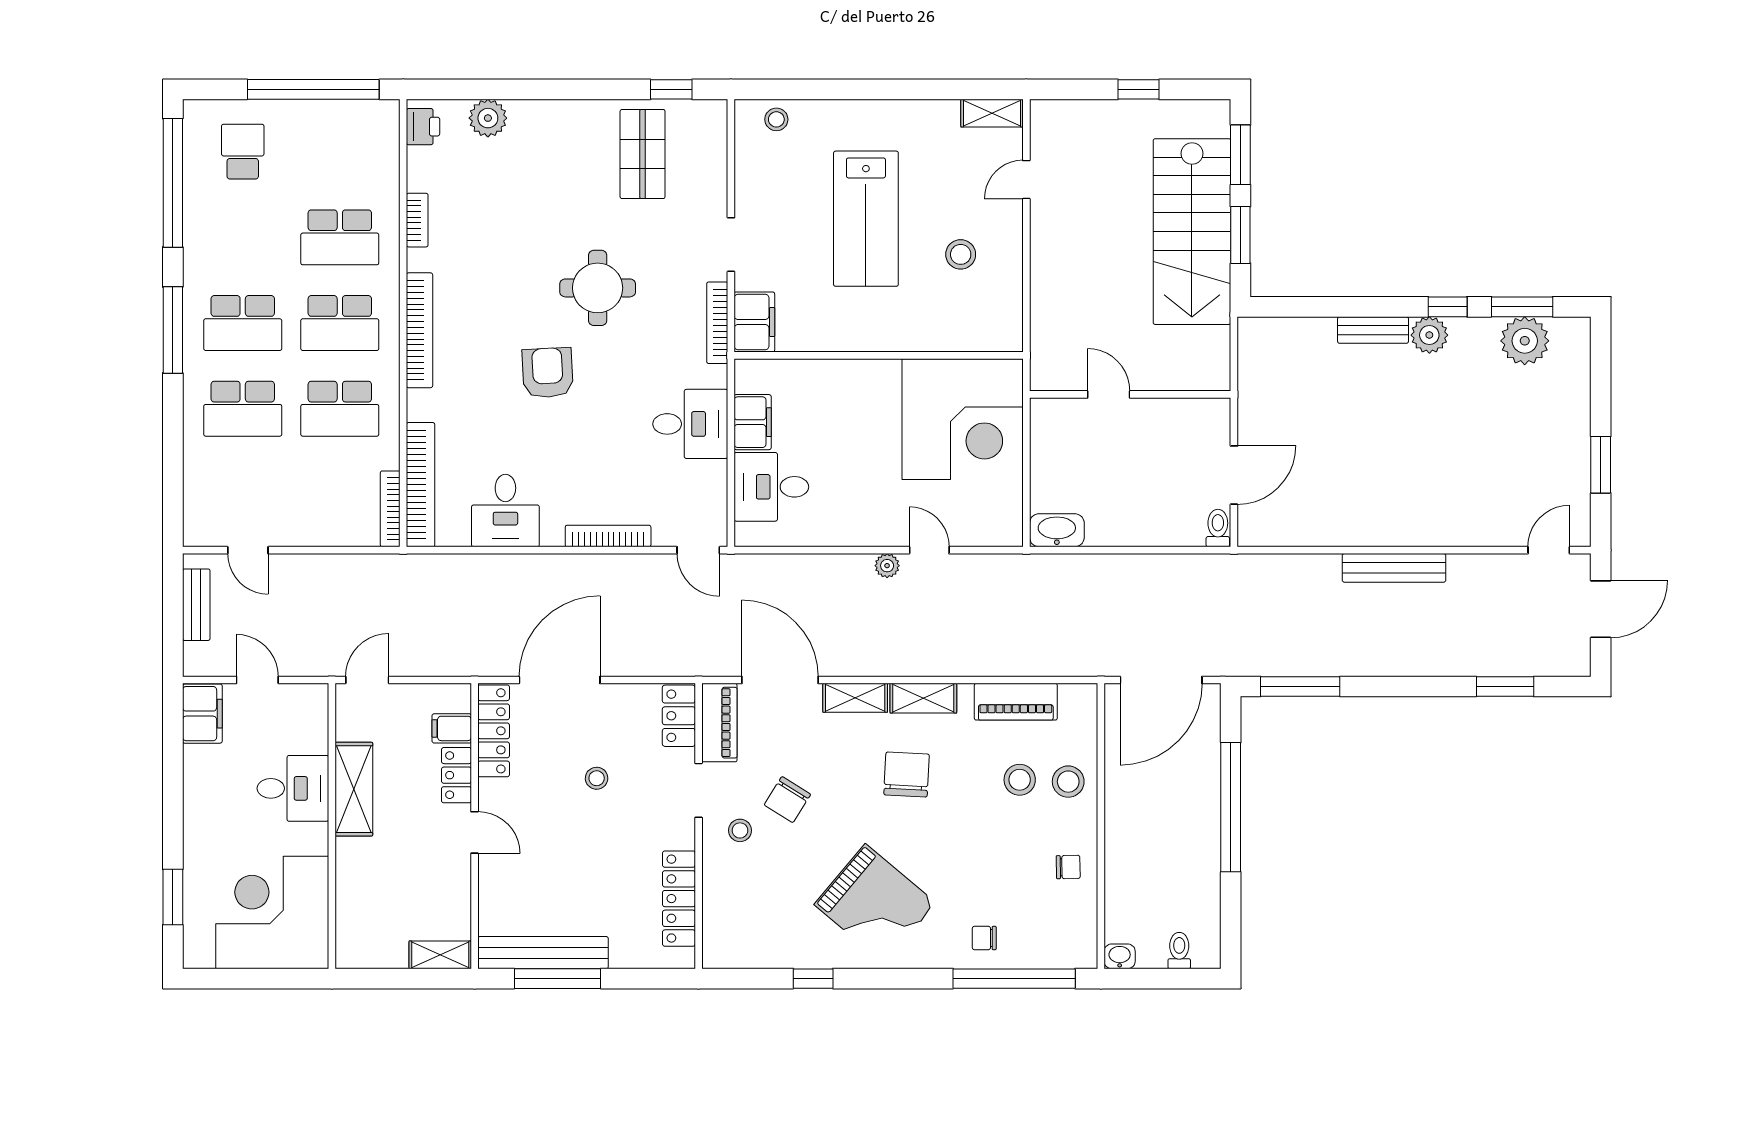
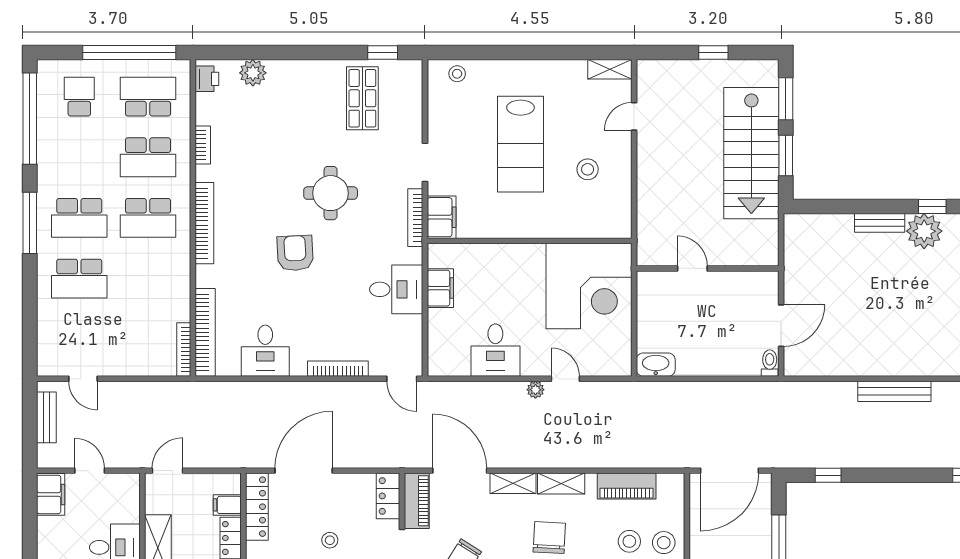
plant: (1429, 335) -> (924, 231), width x1.36, depth x1.36
school desk: (340, 409) -> (148, 97), moved, turned 180
desk: (771, 487) -> (495, 350), moved, turned -90
window: (1300, 686) -> (828, 475), width x0.46

